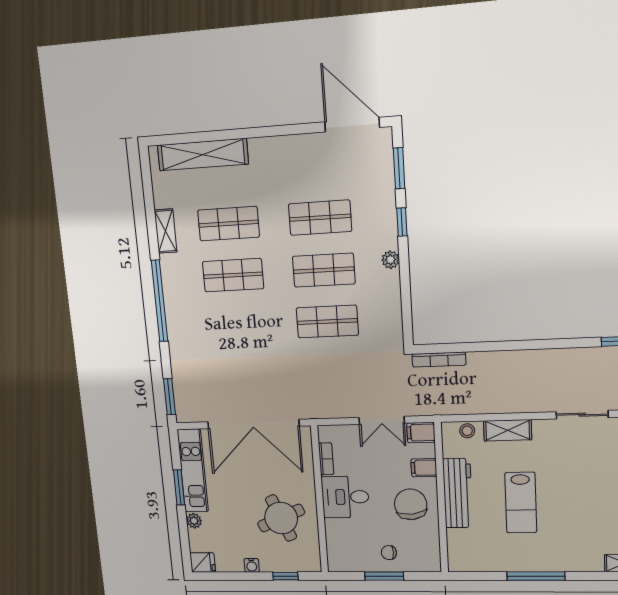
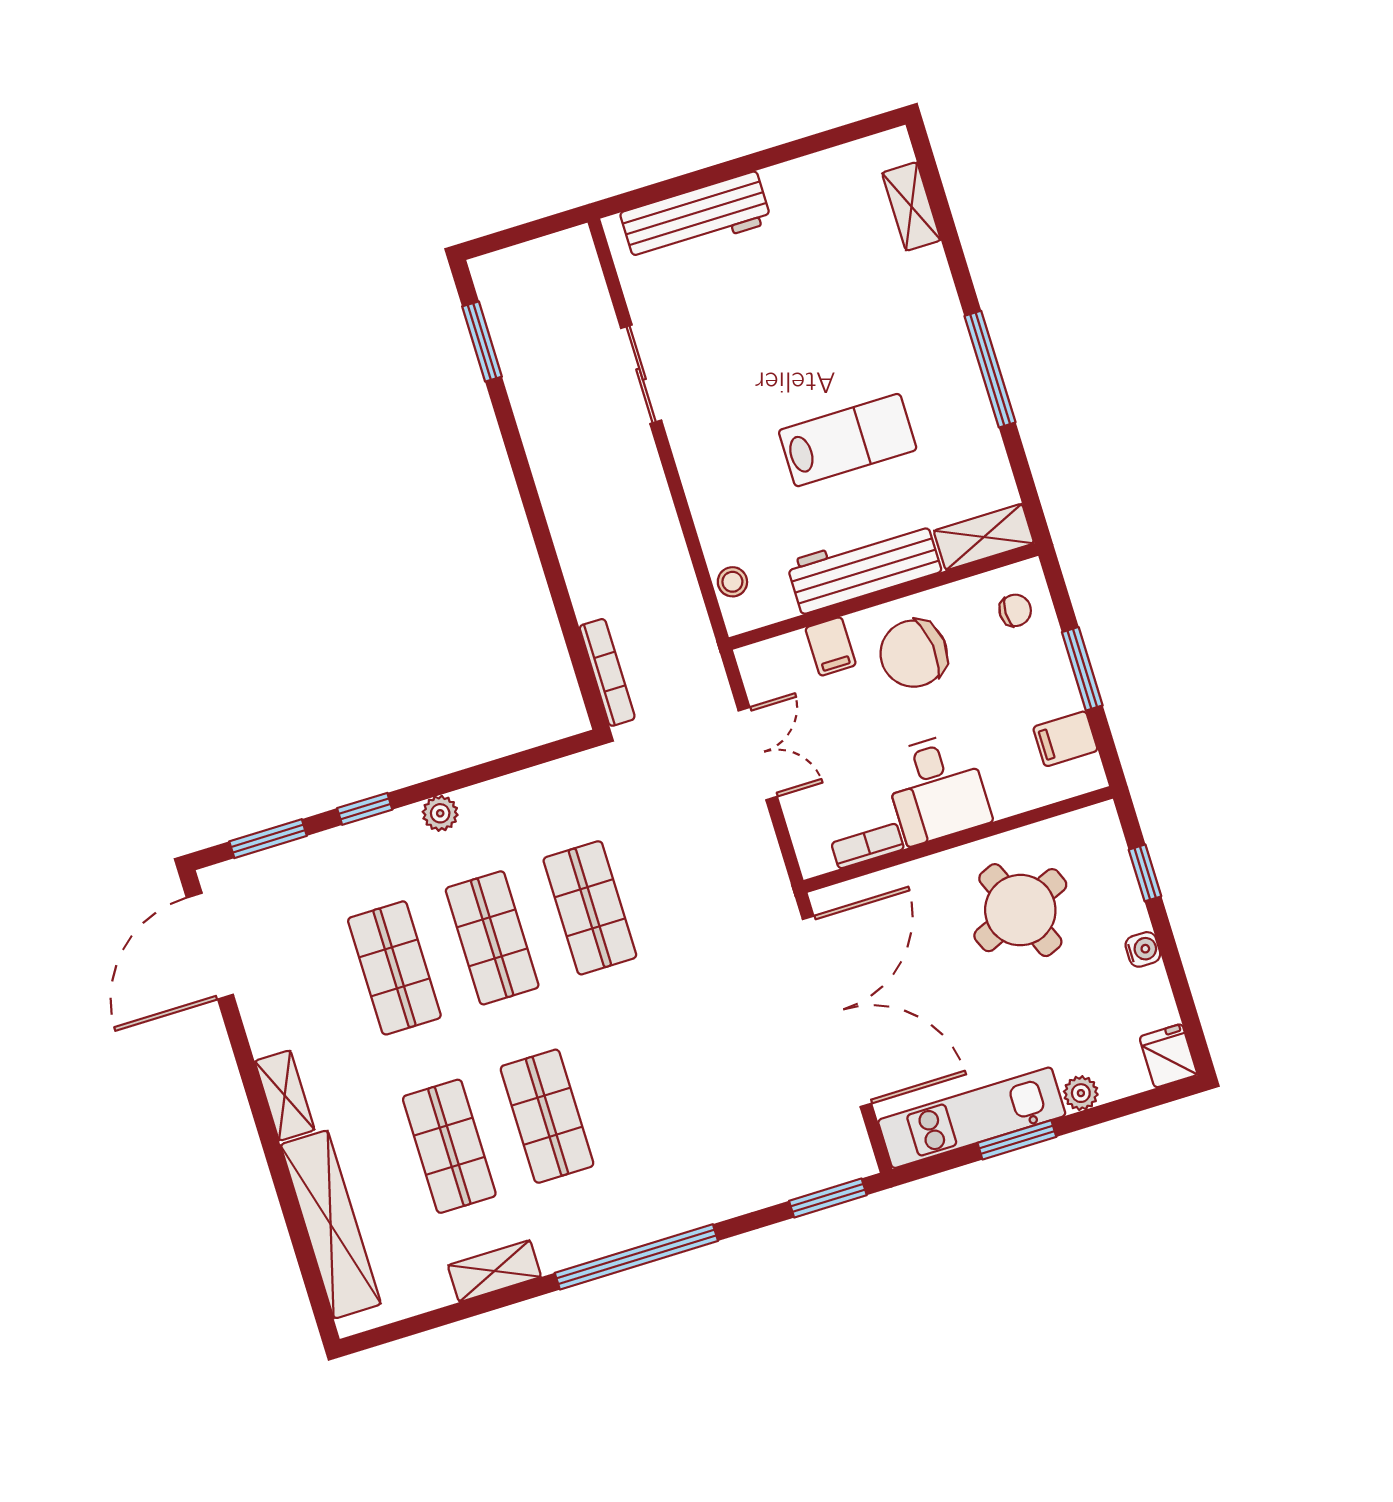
shelving: (270, 146) -> (285, 1096), added
shelving: (508, 430) -> (984, 537), moved, turned 90
filing cabinet: (421, 433) -> (1065, 739), moved, turned 90
chair: (389, 553) -> (1015, 610), moved, turned -90

